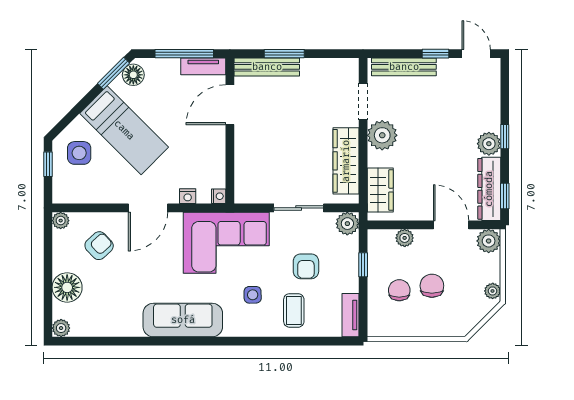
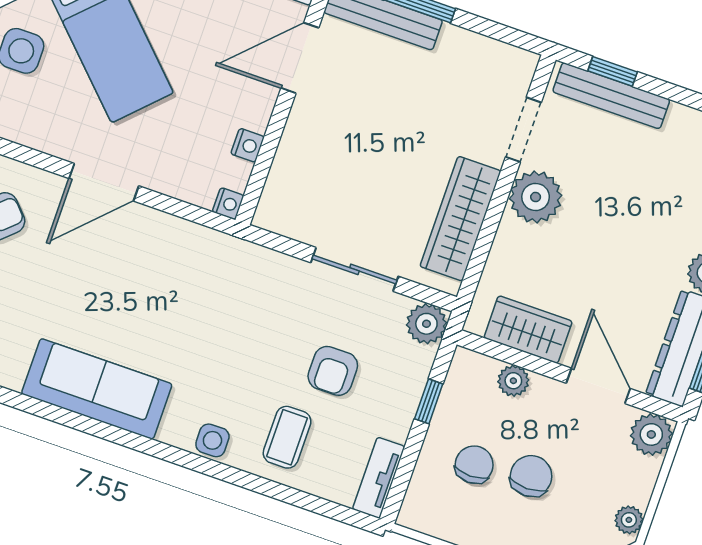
window: (435, 54) -> (613, 71), moved
wardrobe: (380, 190) -> (528, 330), moved, turned -90
nightstand: (188, 196) -> (248, 145), moved, turned -90
corner sofa: (226, 243) -> (214, 285), removed
side table: (253, 295) -> (212, 440), moved

